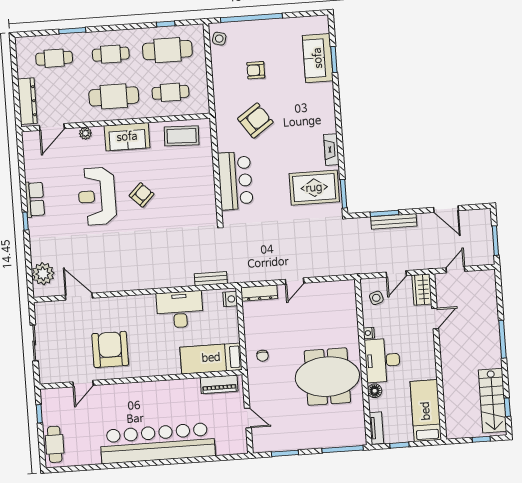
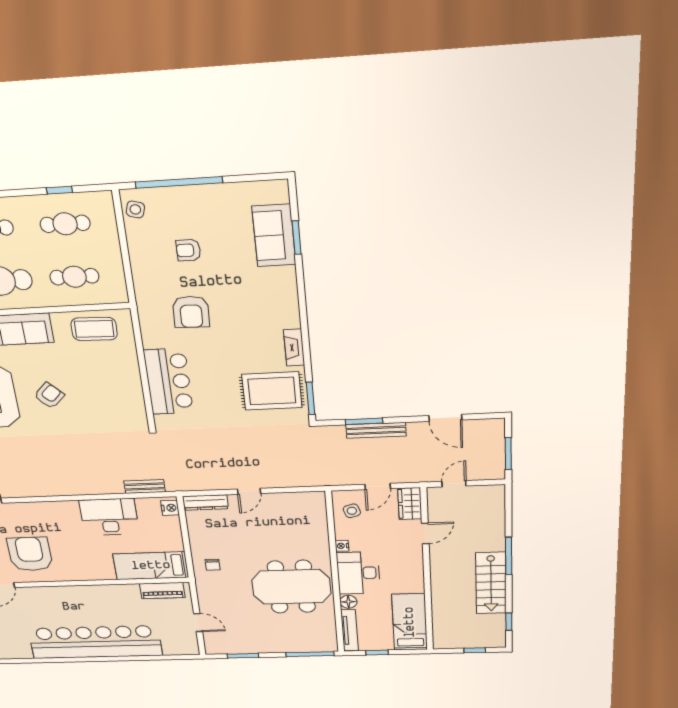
cafe table: (167, 50) -> (65, 224), width x0.73, depth x0.74
armchair: (255, 120) -> (191, 312), turned 127
stairs: (493, 401) -> (491, 583), moved
tv unit: (376, 428) -> (350, 630), width x1.41

